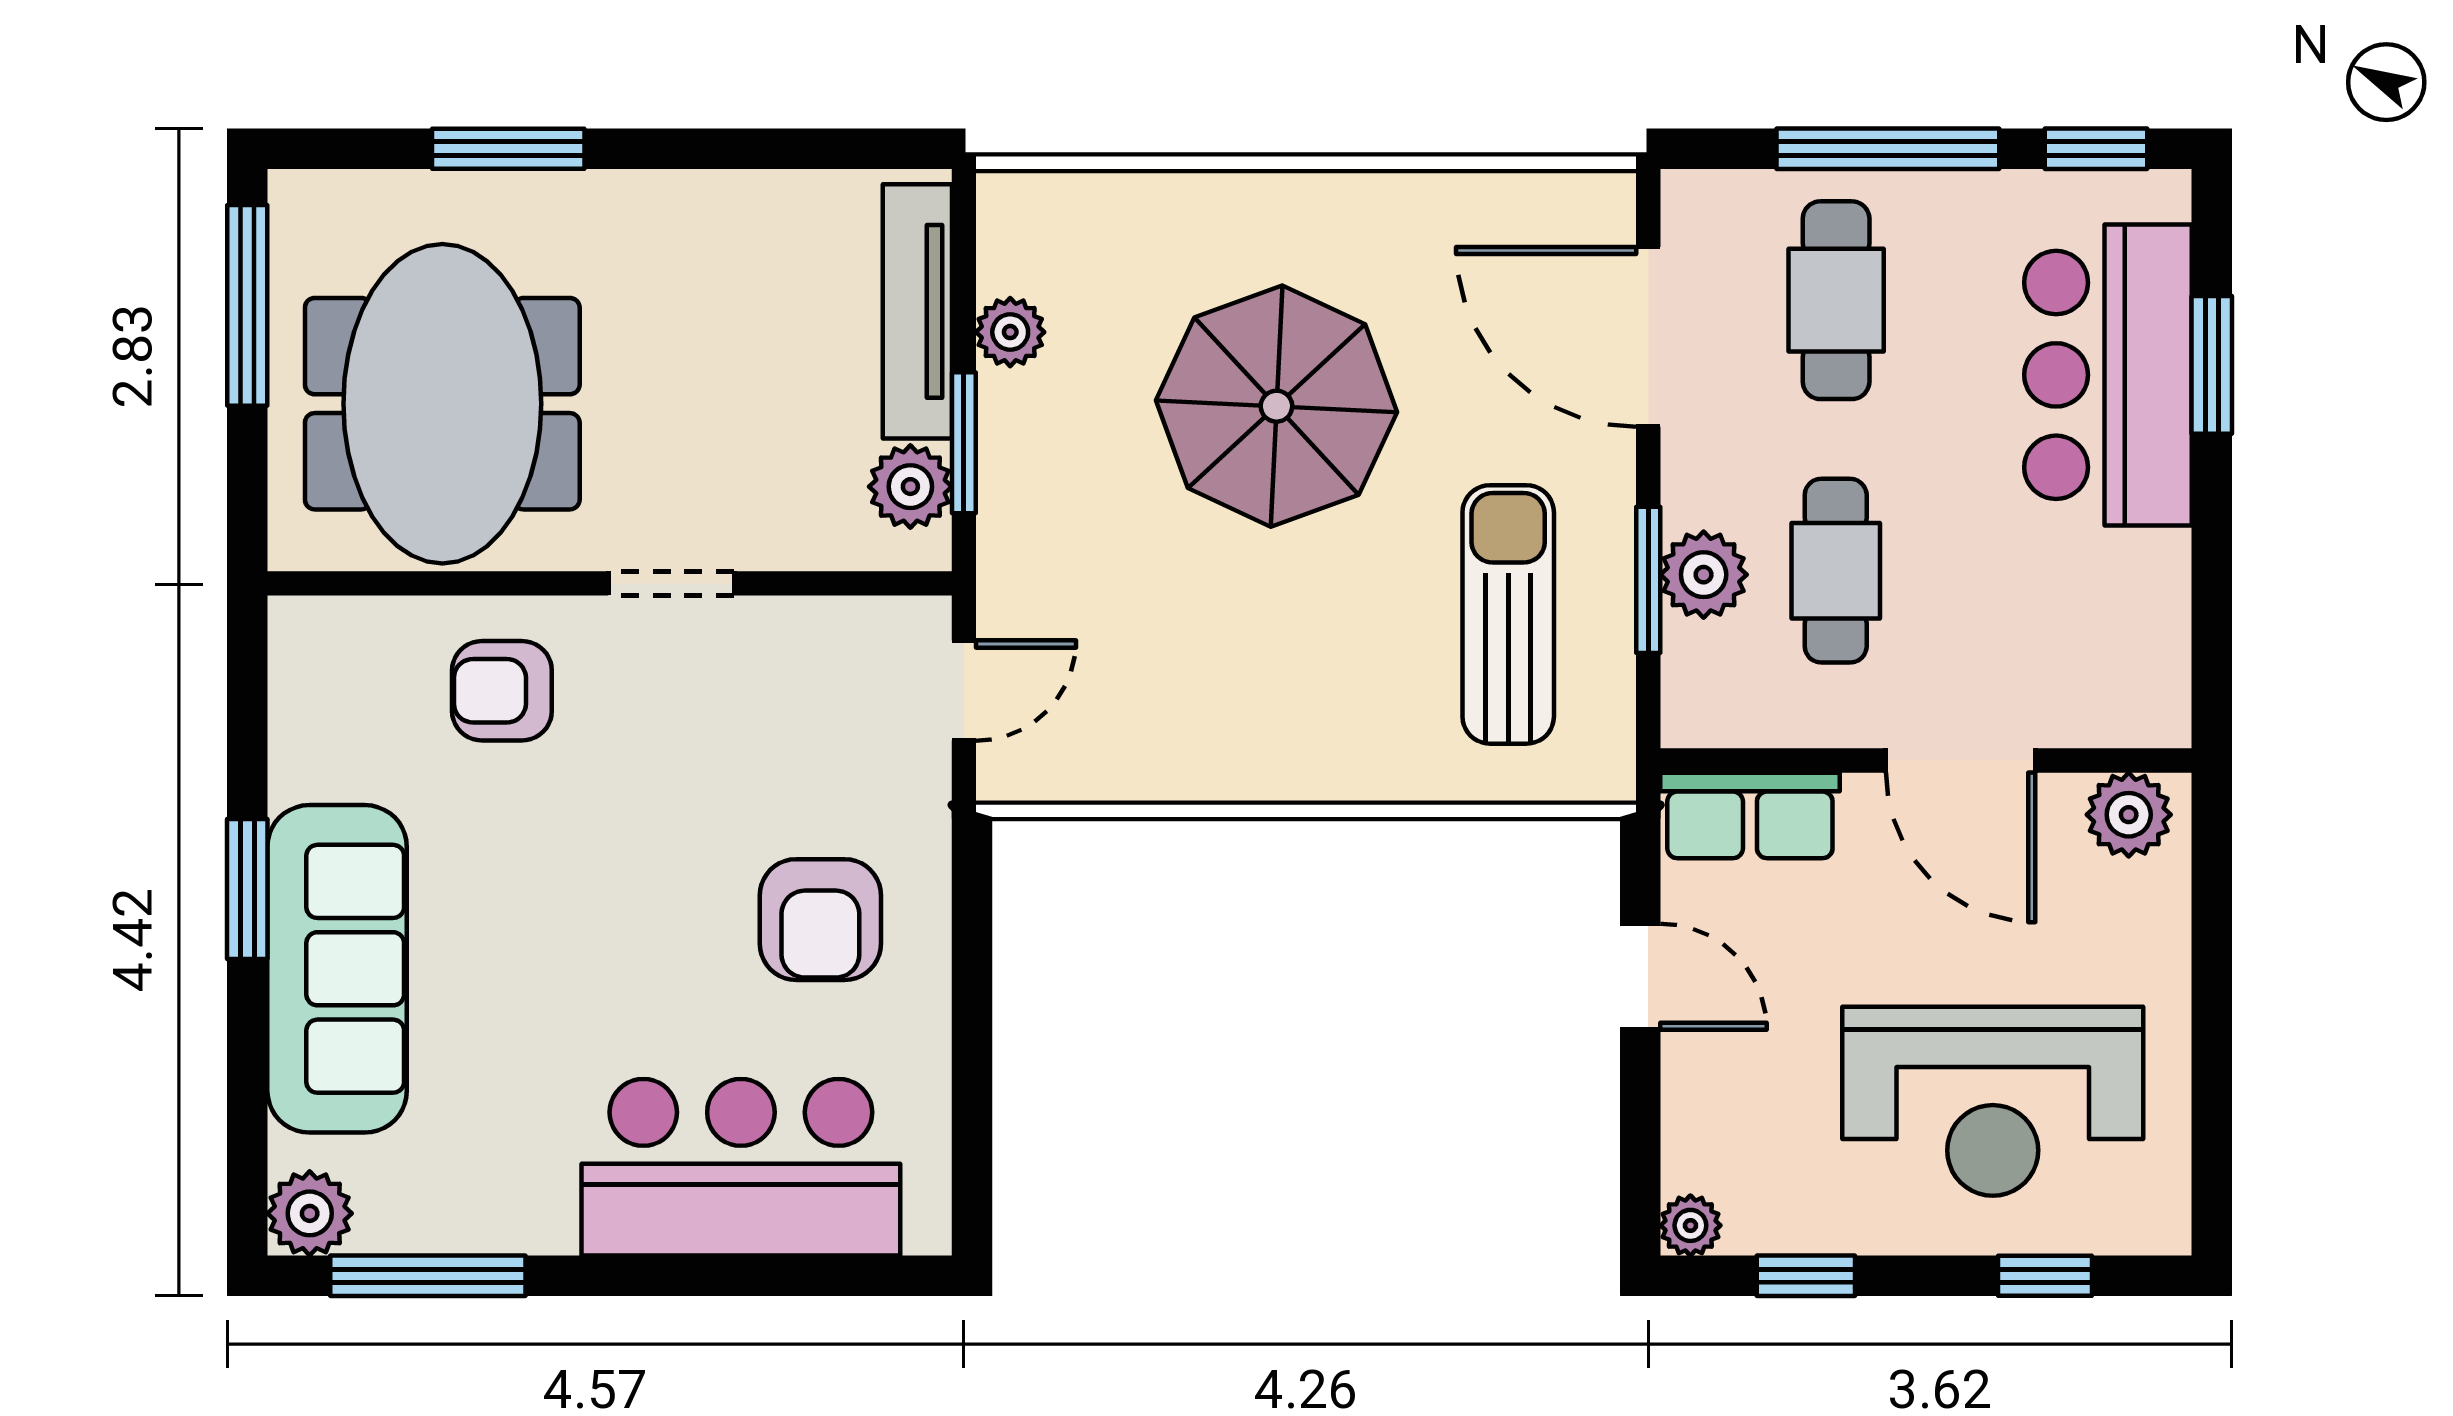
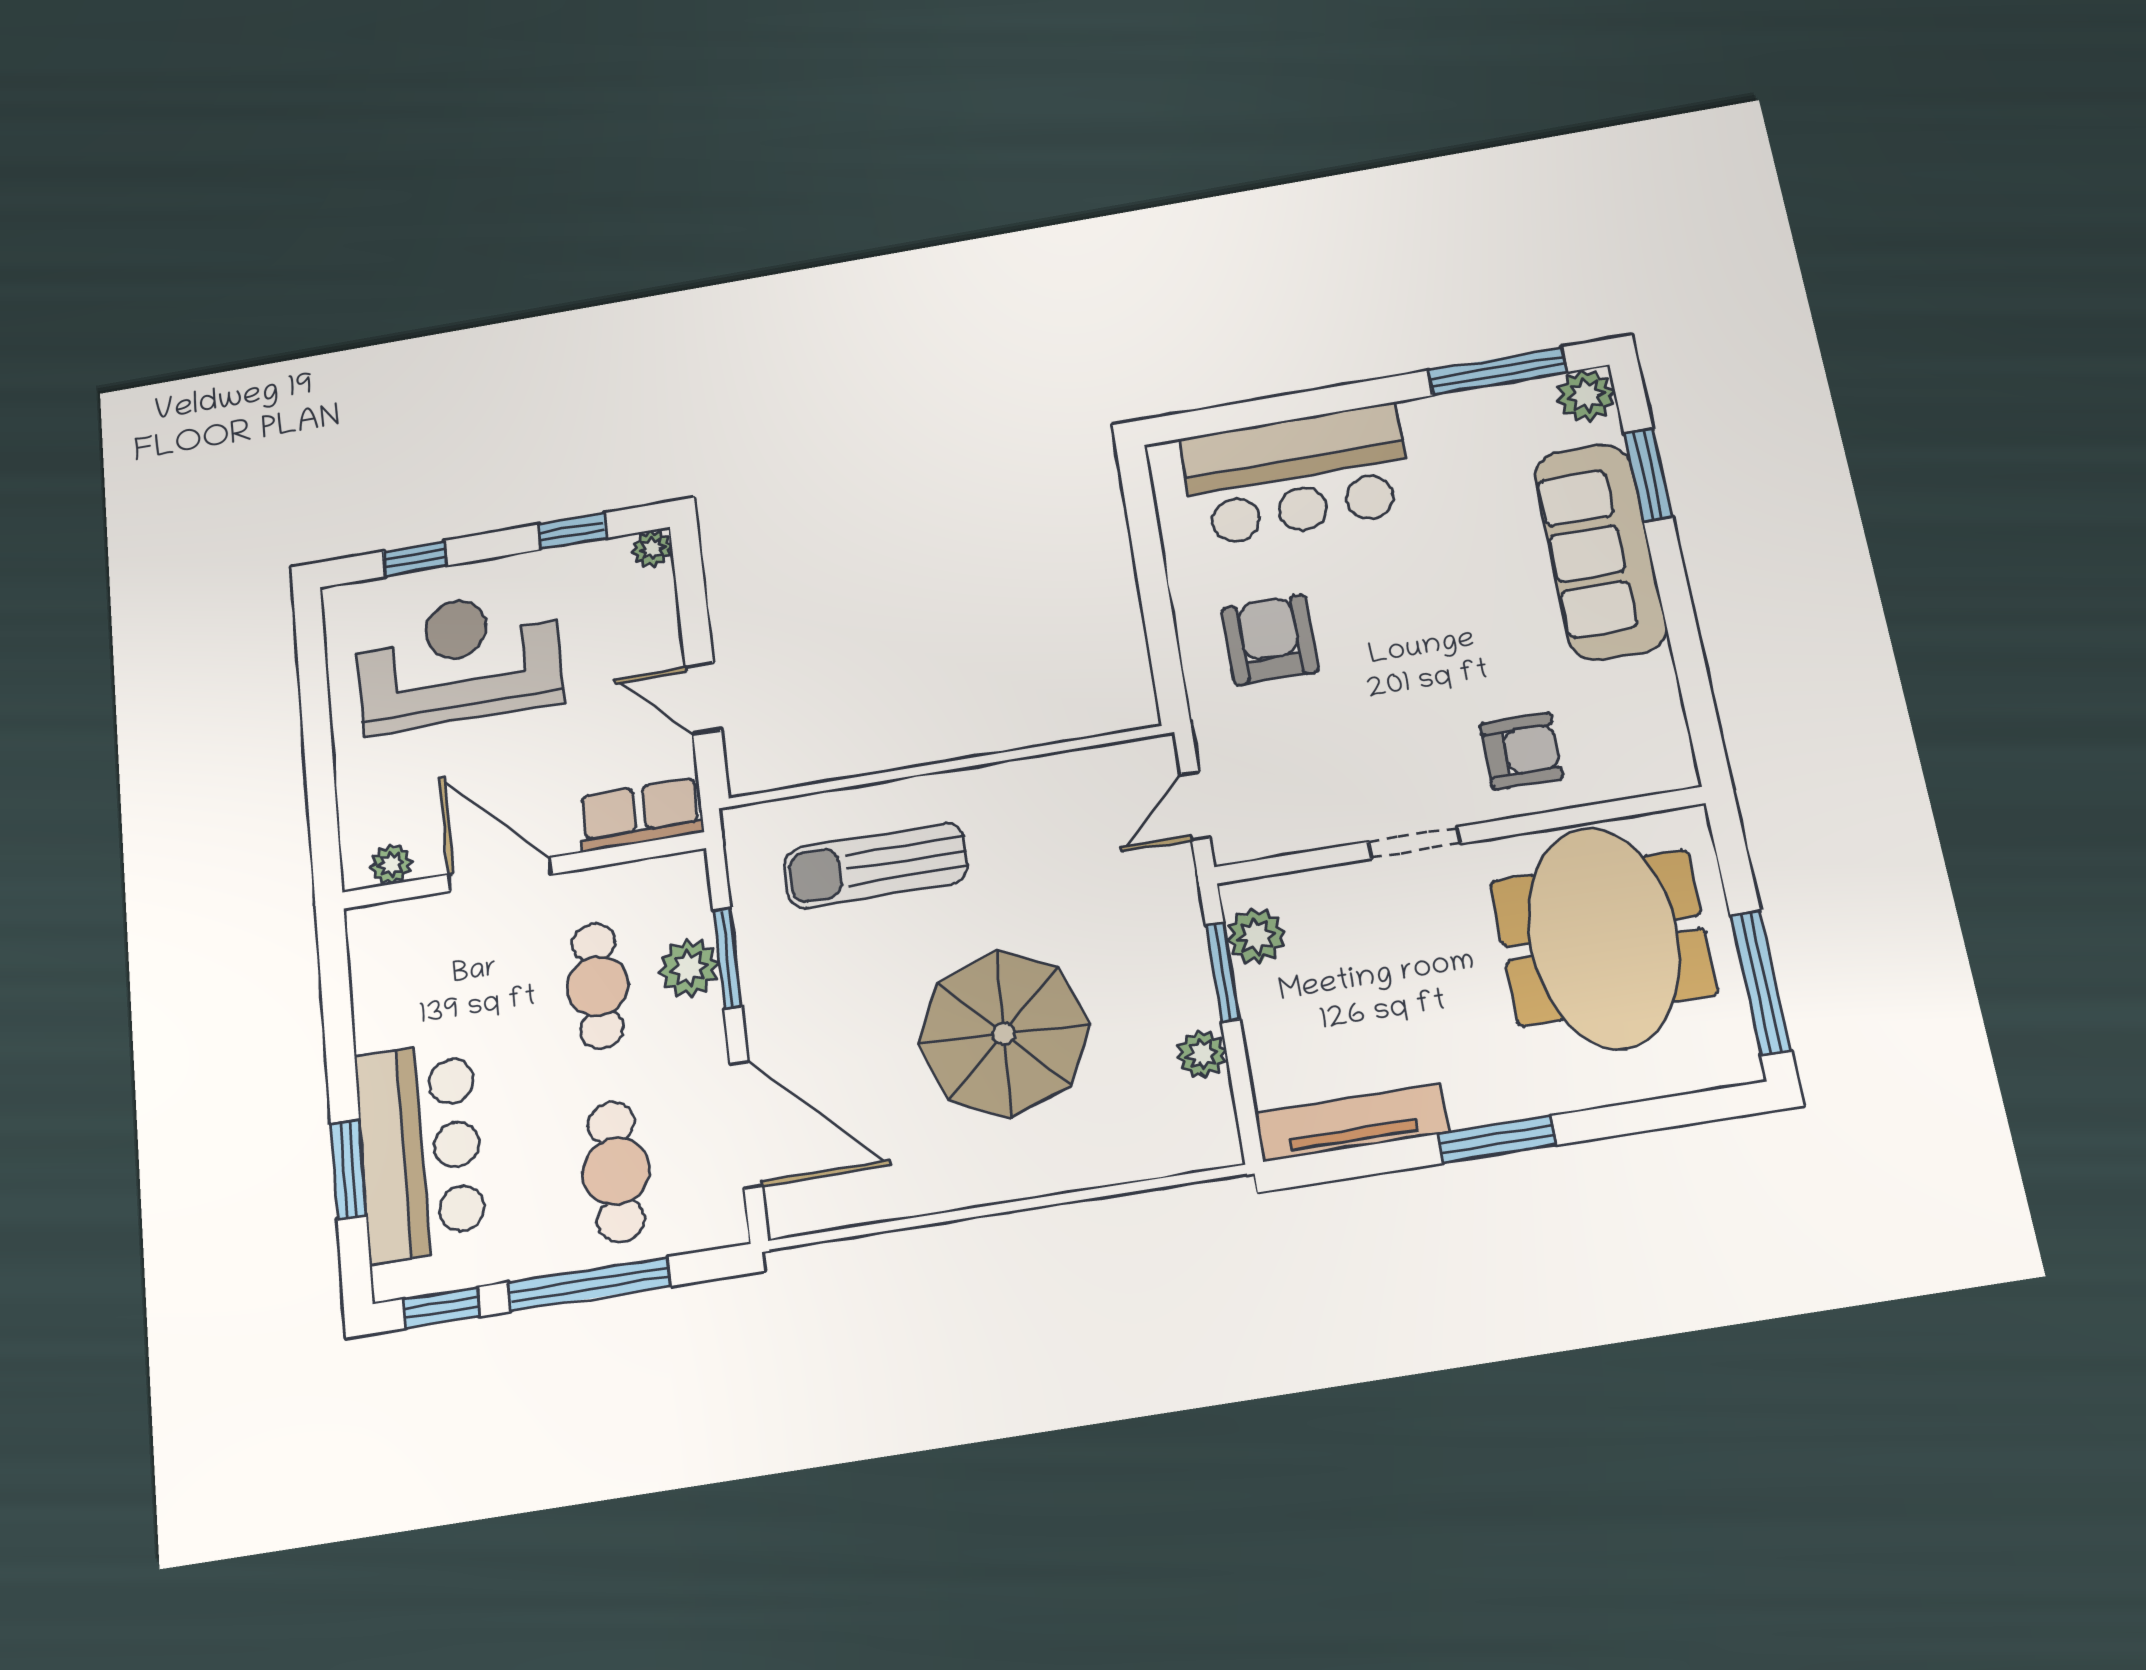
window: (508, 149) -> (1497, 1139), moved
tv unit: (917, 311) -> (1352, 1123), moved, turned -90
sun lounger: (1508, 614) -> (876, 866), moved, turned 90
plant: (2129, 815) -> (391, 864), width x0.73, depth x0.73
window: (247, 889) -> (1648, 475), moved

